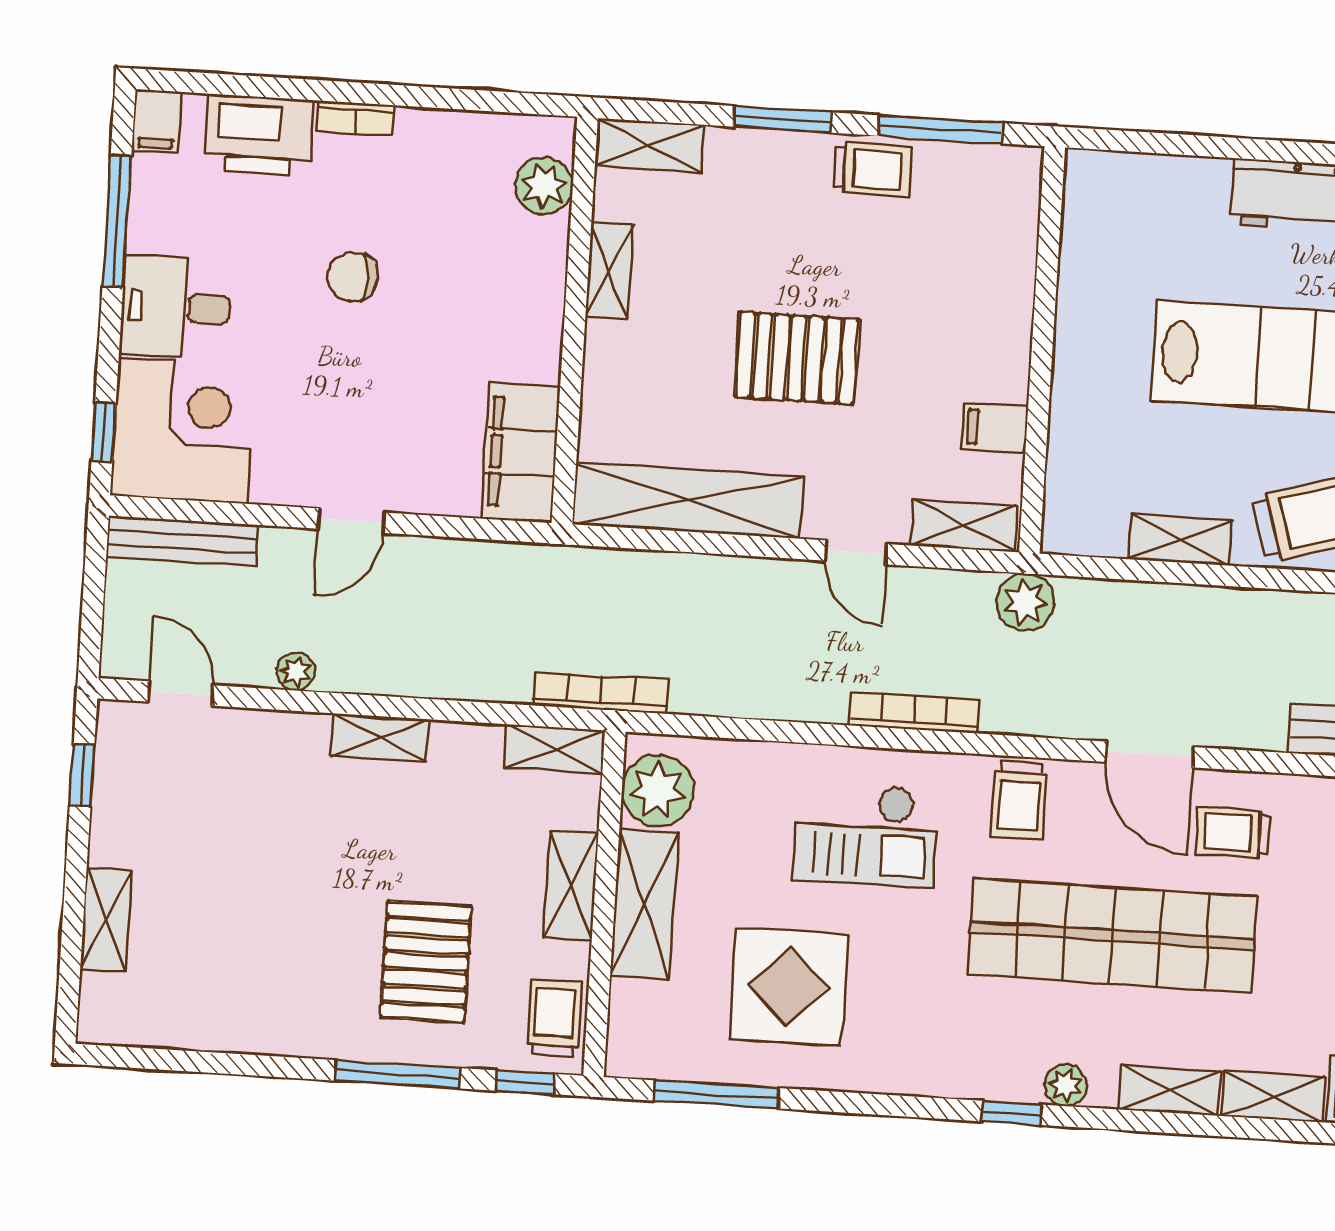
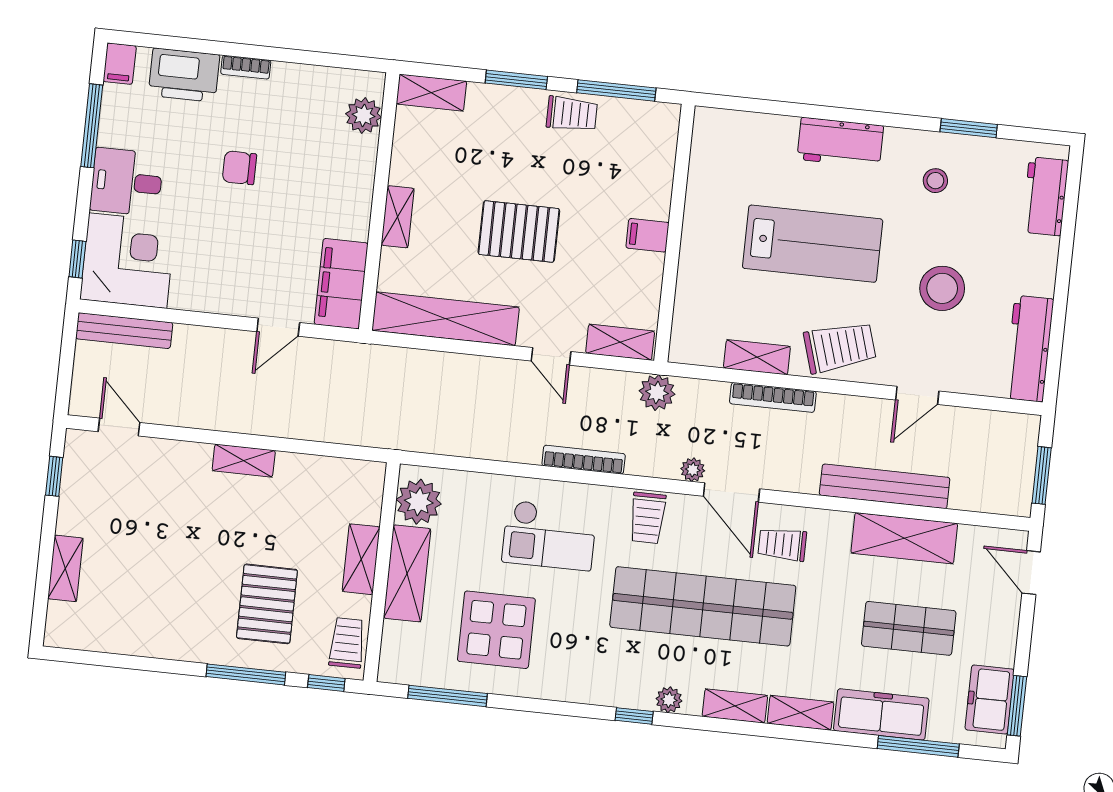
shelving: (609, 271) -> (398, 217), moved
filing cabinet: (995, 428) -> (647, 235), moved
door: (351, 521) -> (278, 327), moved
plant: (296, 671) -> (693, 470), moved
bookcase: (601, 693) -> (773, 397), moved, turned 180
shelving: (555, 749) -> (354, 473), removed

